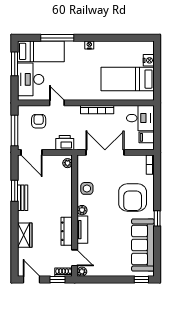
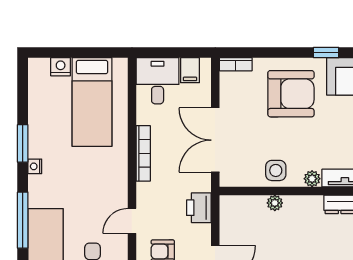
window: (103, 38) -> (23, 143), added
plant: (68, 163) -> (275, 203), moved

